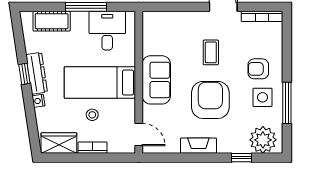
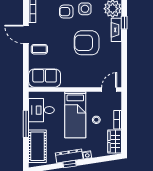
cot: (52, 21) -> (37, 146), width x1.37, depth x1.34
coffee table: (211, 52) -> (39, 49), moved
armchair: (258, 69) -> (66, 12), turned 90
sofa: (156, 80) -> (45, 78), moved
fireplace: (198, 146) -> (116, 30), moved

